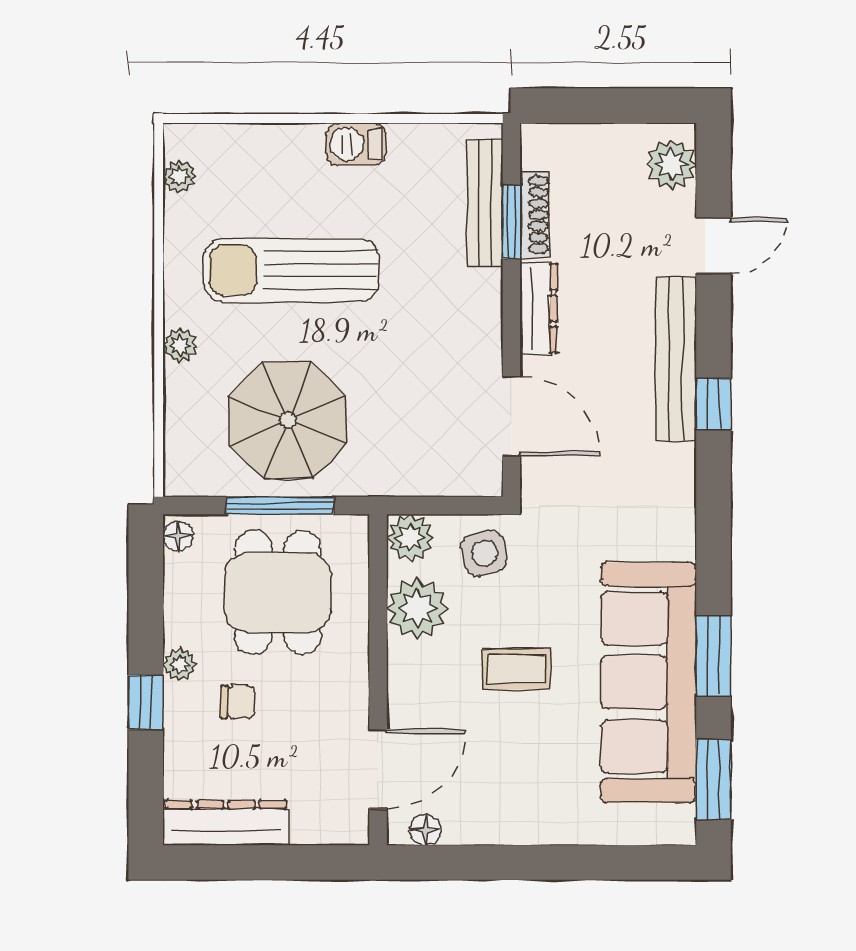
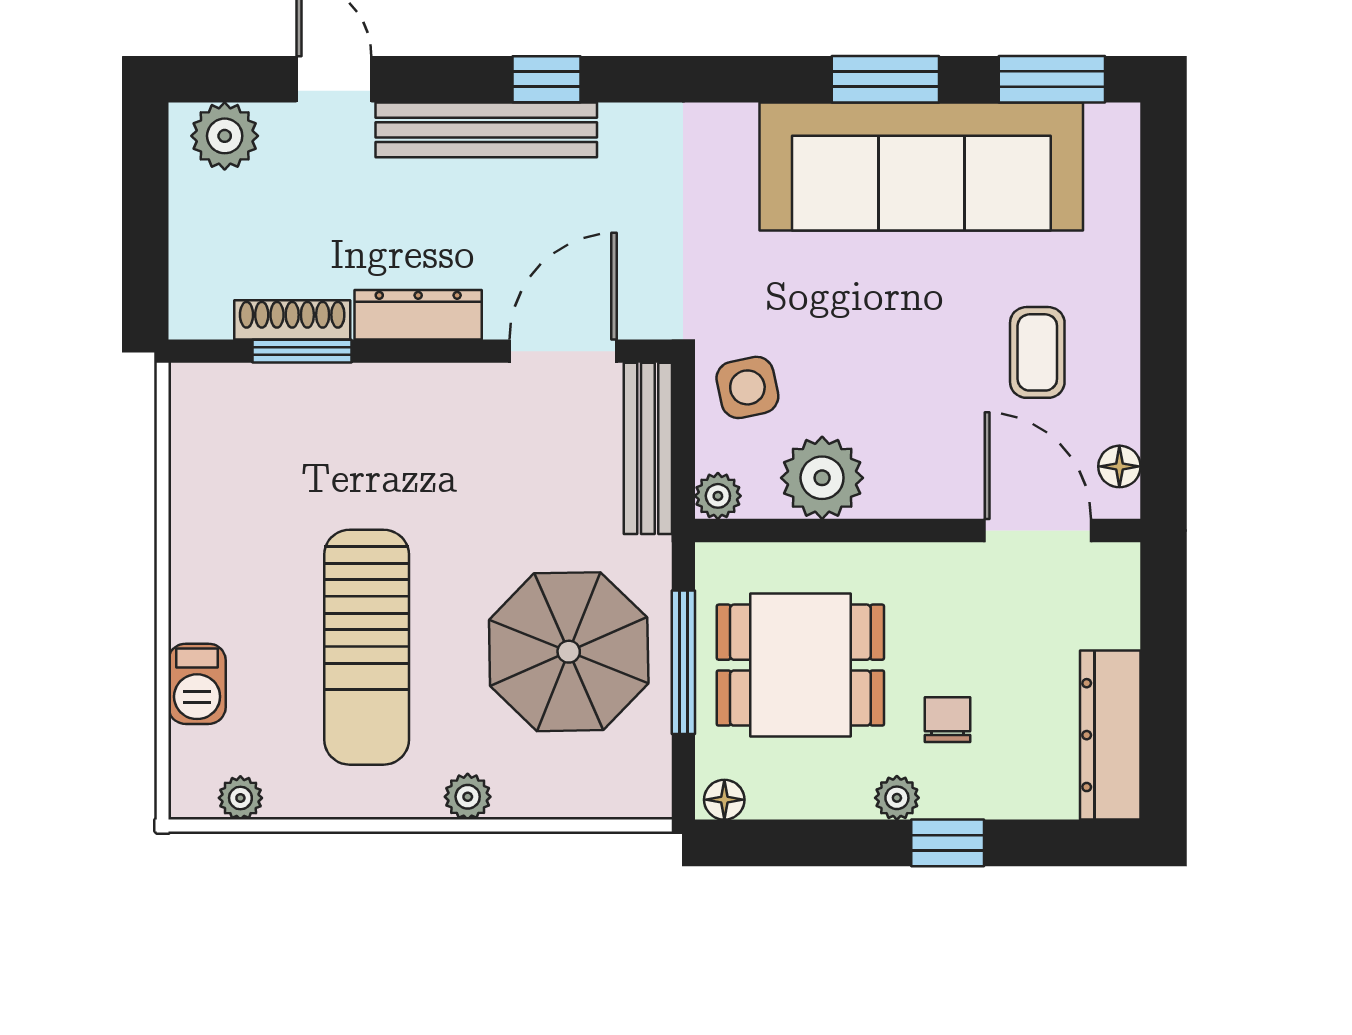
barbecue: (356, 144) -> (197, 684), moved
bench: (485, 203) -> (648, 448), moved, turned 90
plant: (410, 538) -> (718, 496), width x0.73, depth x0.73
coffee table: (516, 669) -> (1037, 352), moved

